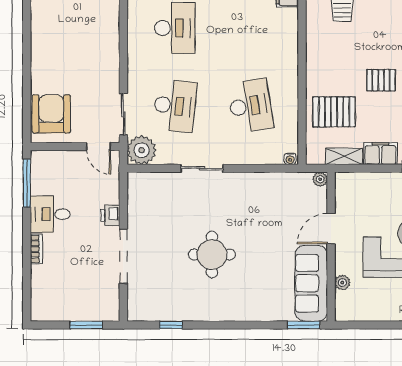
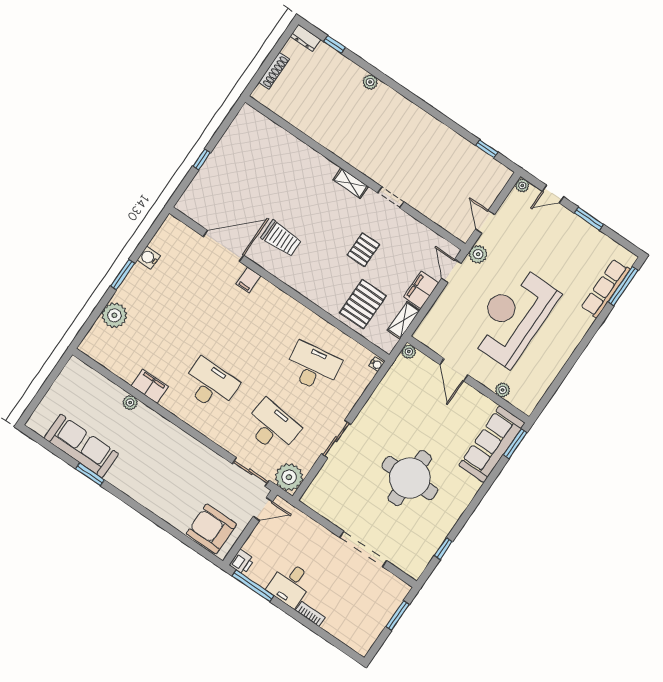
printer: (110, 215) -> (242, 562), moved, turned -90
round table: (212, 255) -> (410, 478), width x1.36, depth x1.36
sofa: (311, 283) -> (492, 444), moved, turned 90

